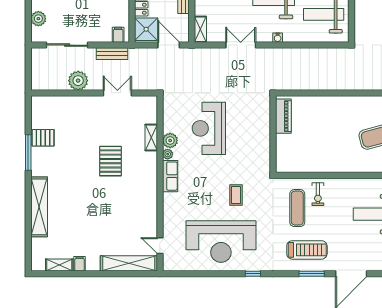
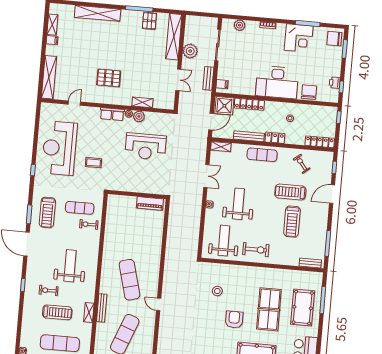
shelving: (61, 104) -> (174, 37), added
reception desk: (209, 128) -> (146, 146), turned 180
pallet: (110, 161) -> (109, 78), moved
door: (160, 246) -> (74, 103), moved

